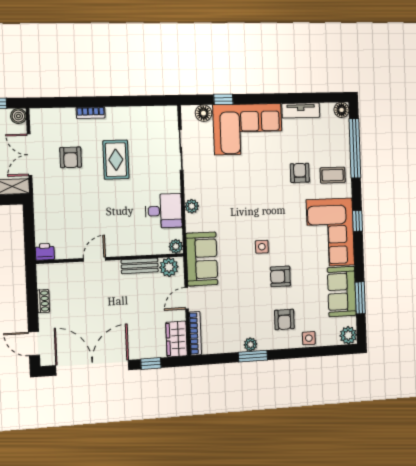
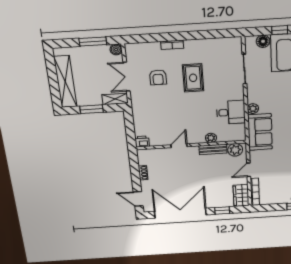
plant: (176, 246) -> (211, 138), moved
sofa: (202, 259) -> (260, 132), moved

